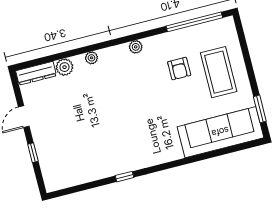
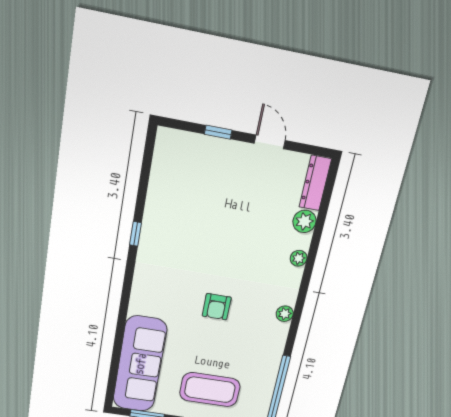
armchair: (179, 69) -> (217, 307), moved, turned -90

